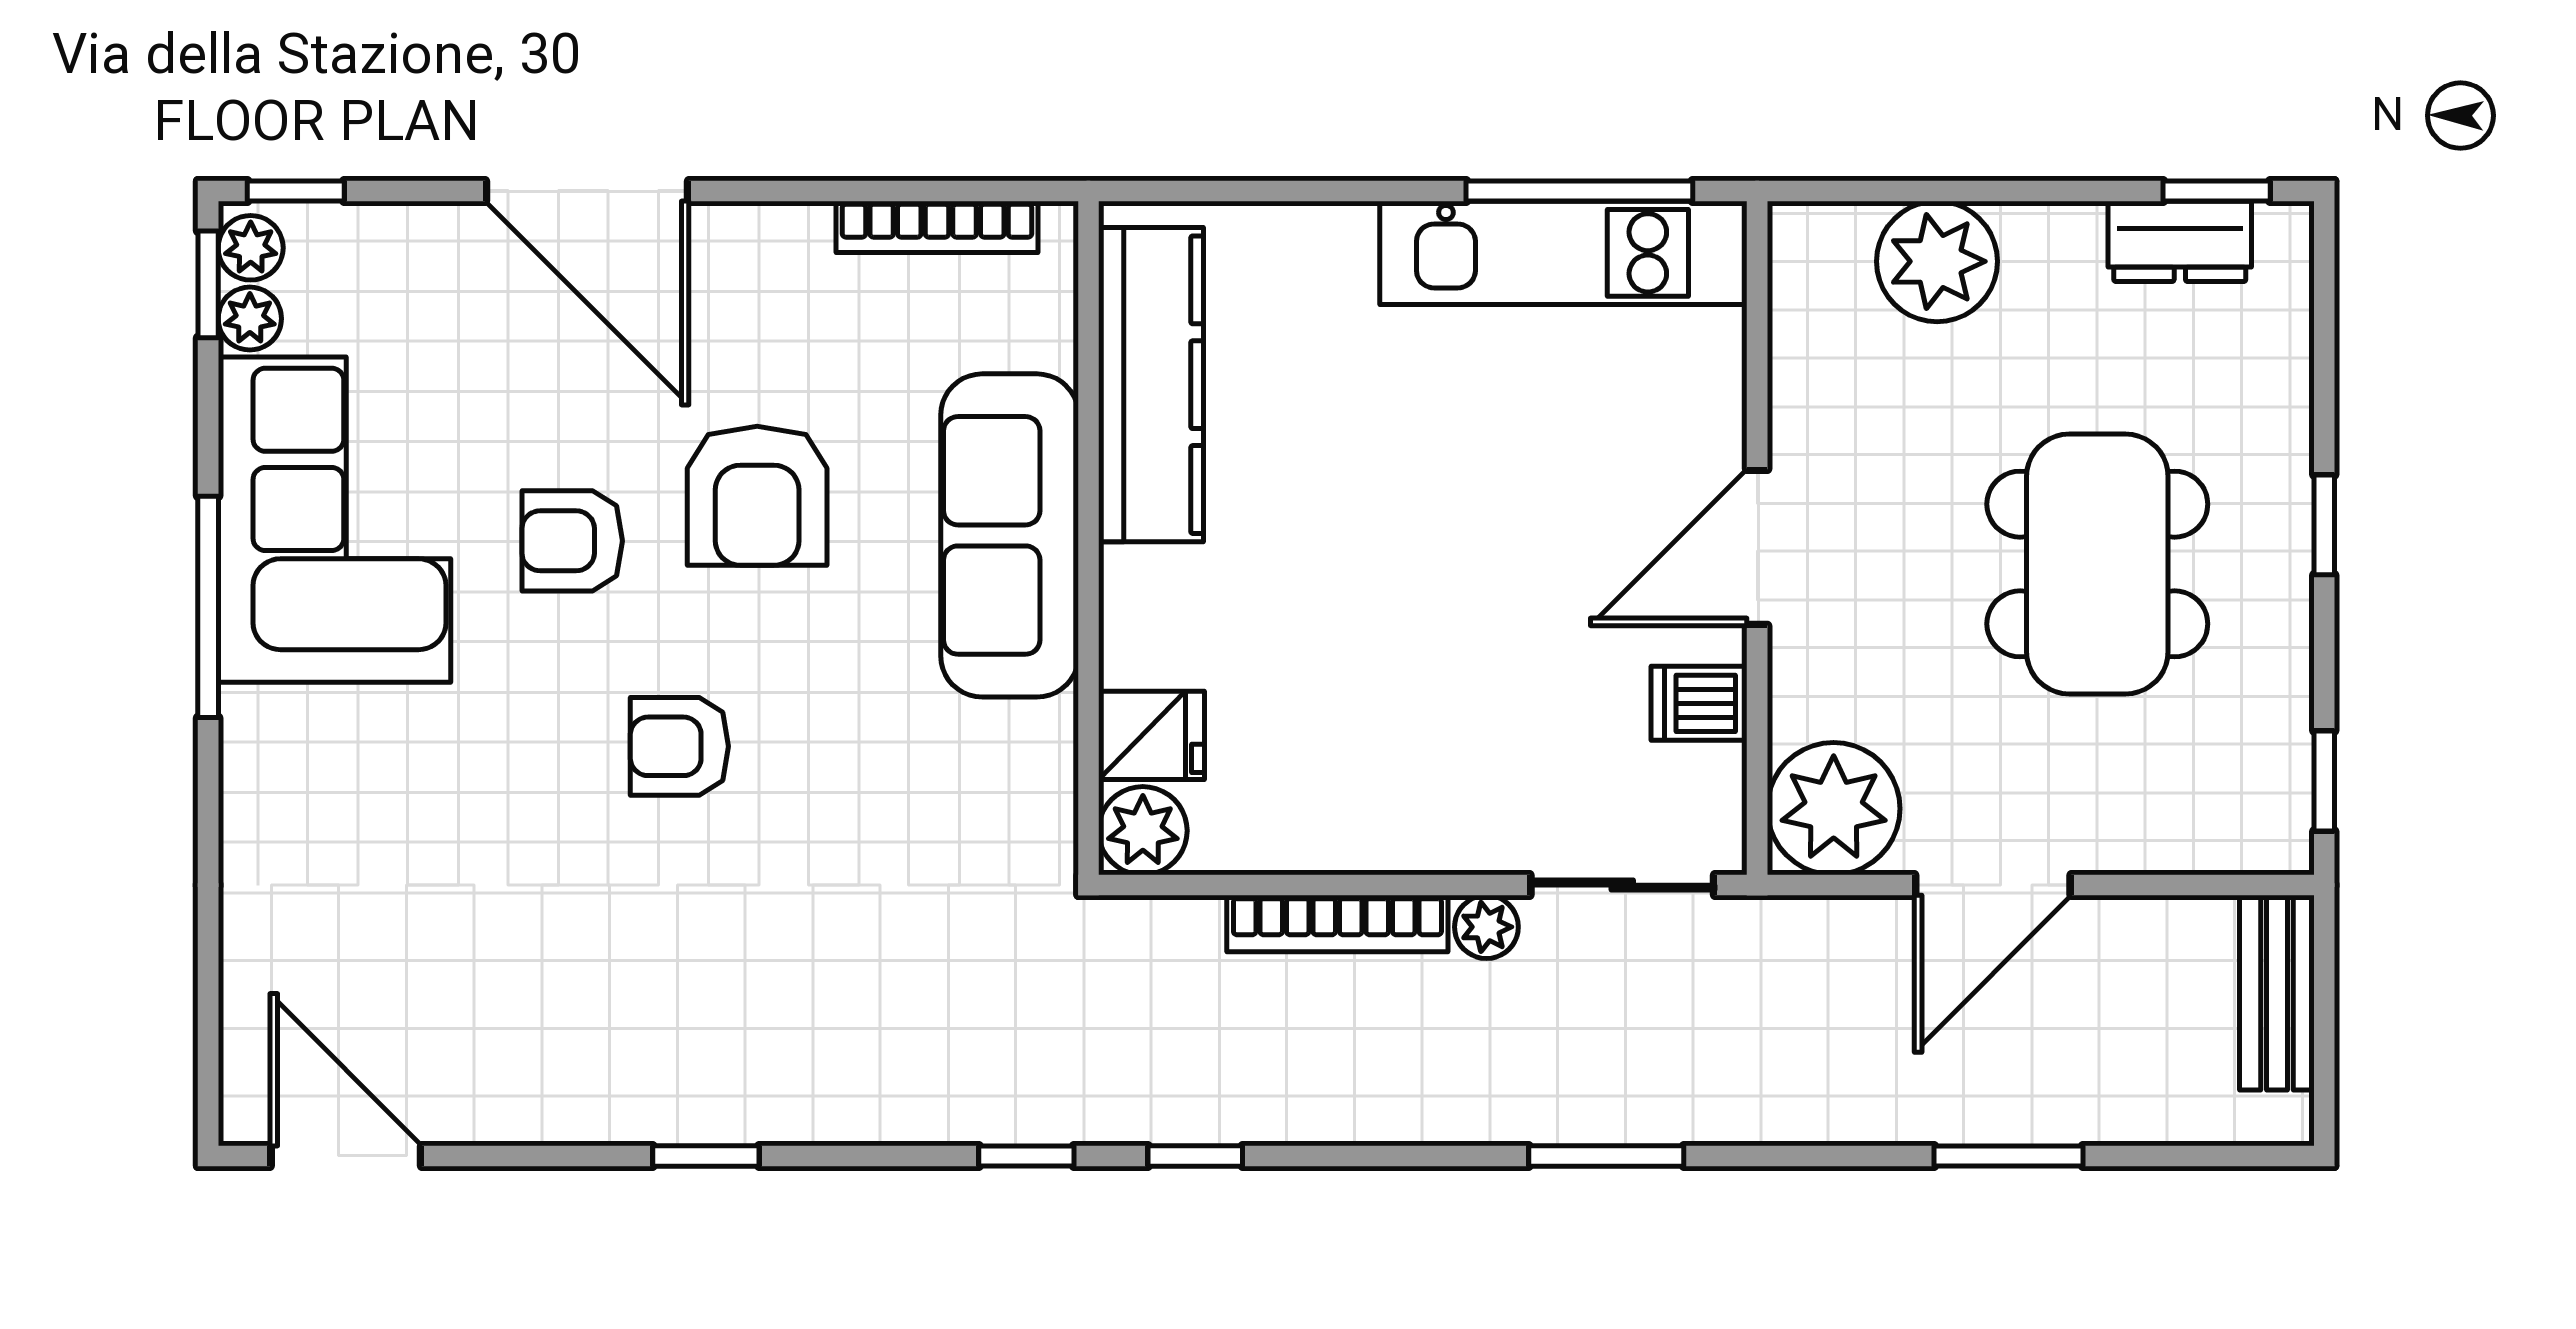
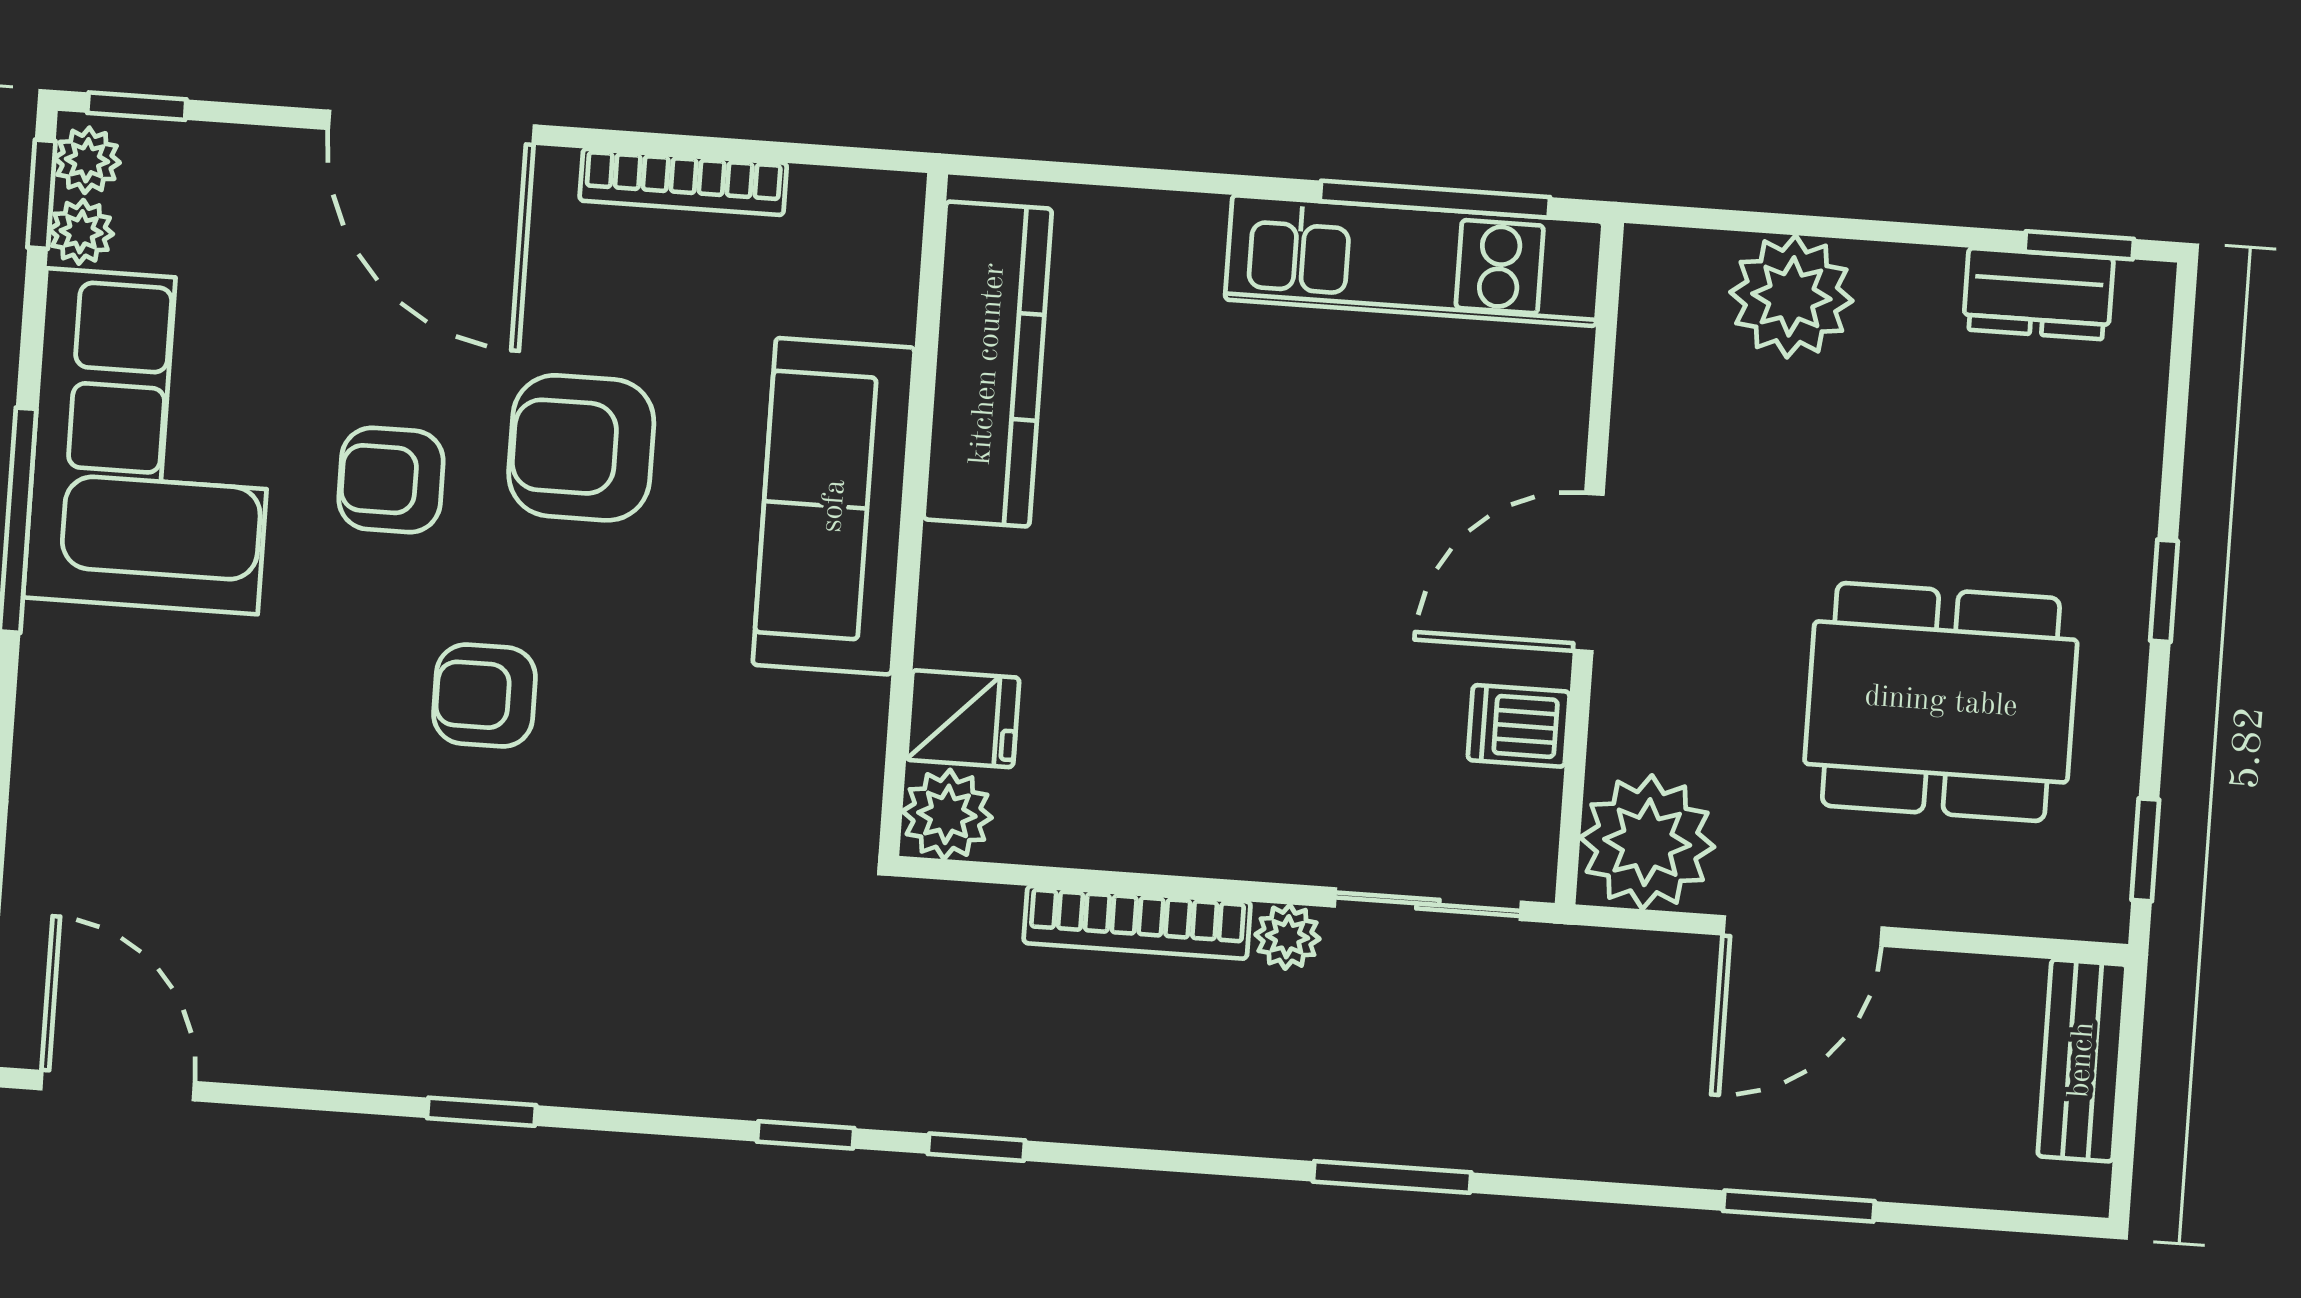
bookcase: (937, 227) -> (683, 182), moved
armchair: (757, 496) -> (581, 448), turned 90
dining table: (2097, 564) -> (1941, 702), moved, turned 90

